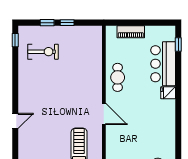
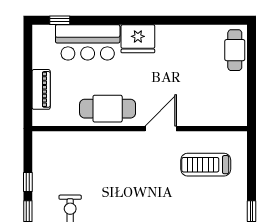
cafe table: (118, 77) -> (108, 109), width x1.37, depth x1.35
fridge: (168, 93) -> (138, 39), width x1.88, depth x1.34

